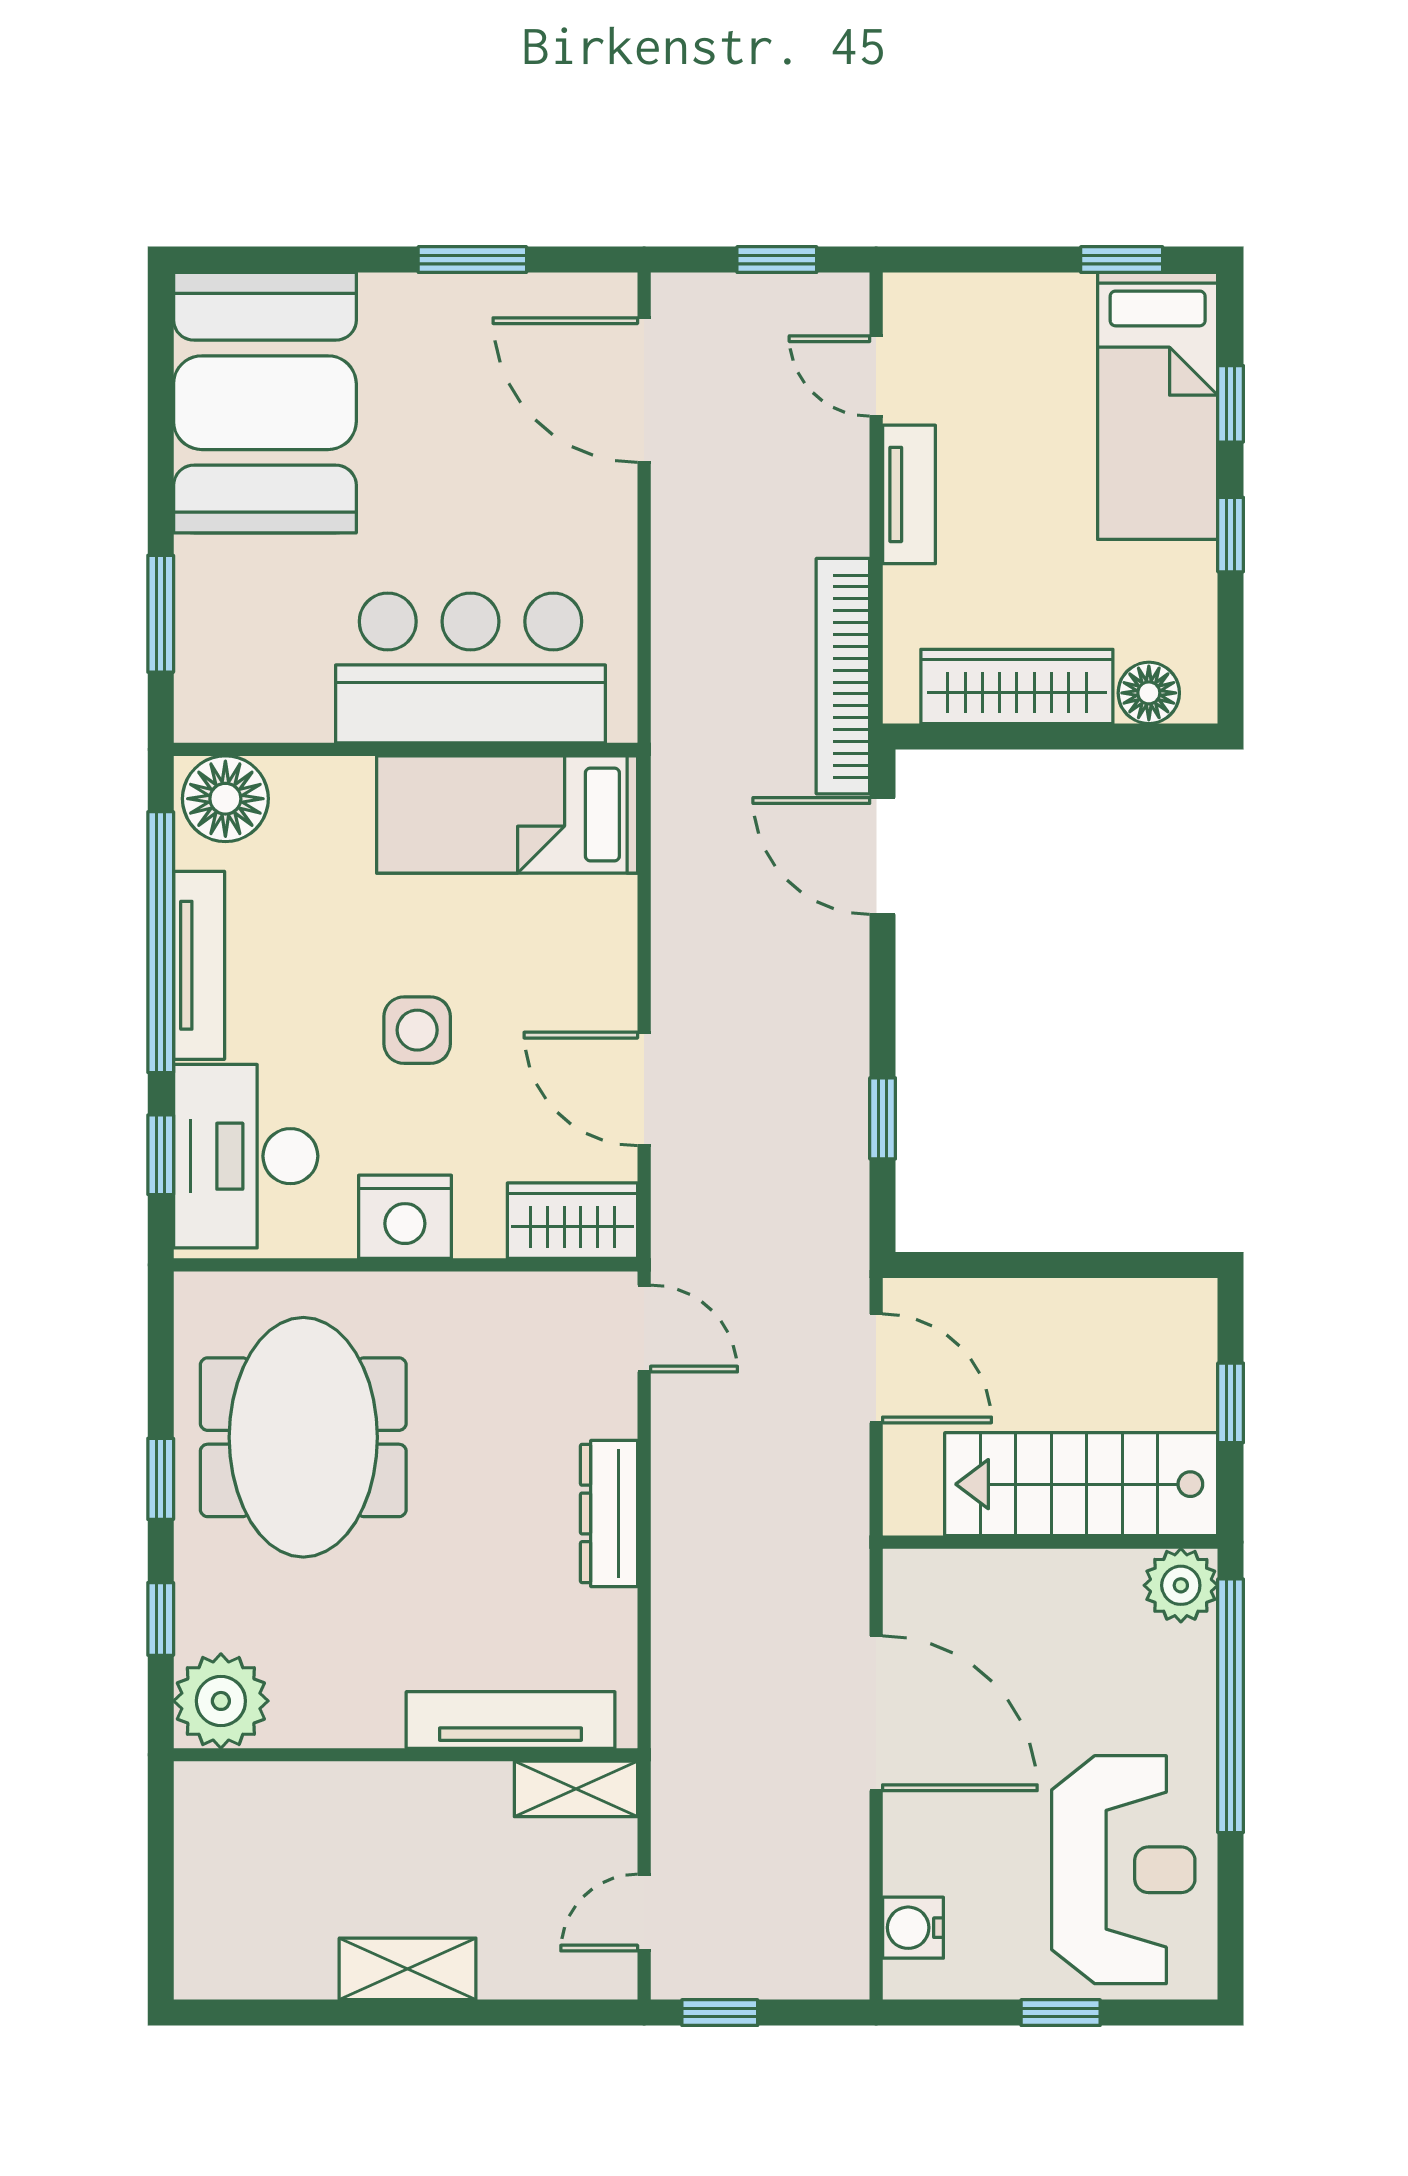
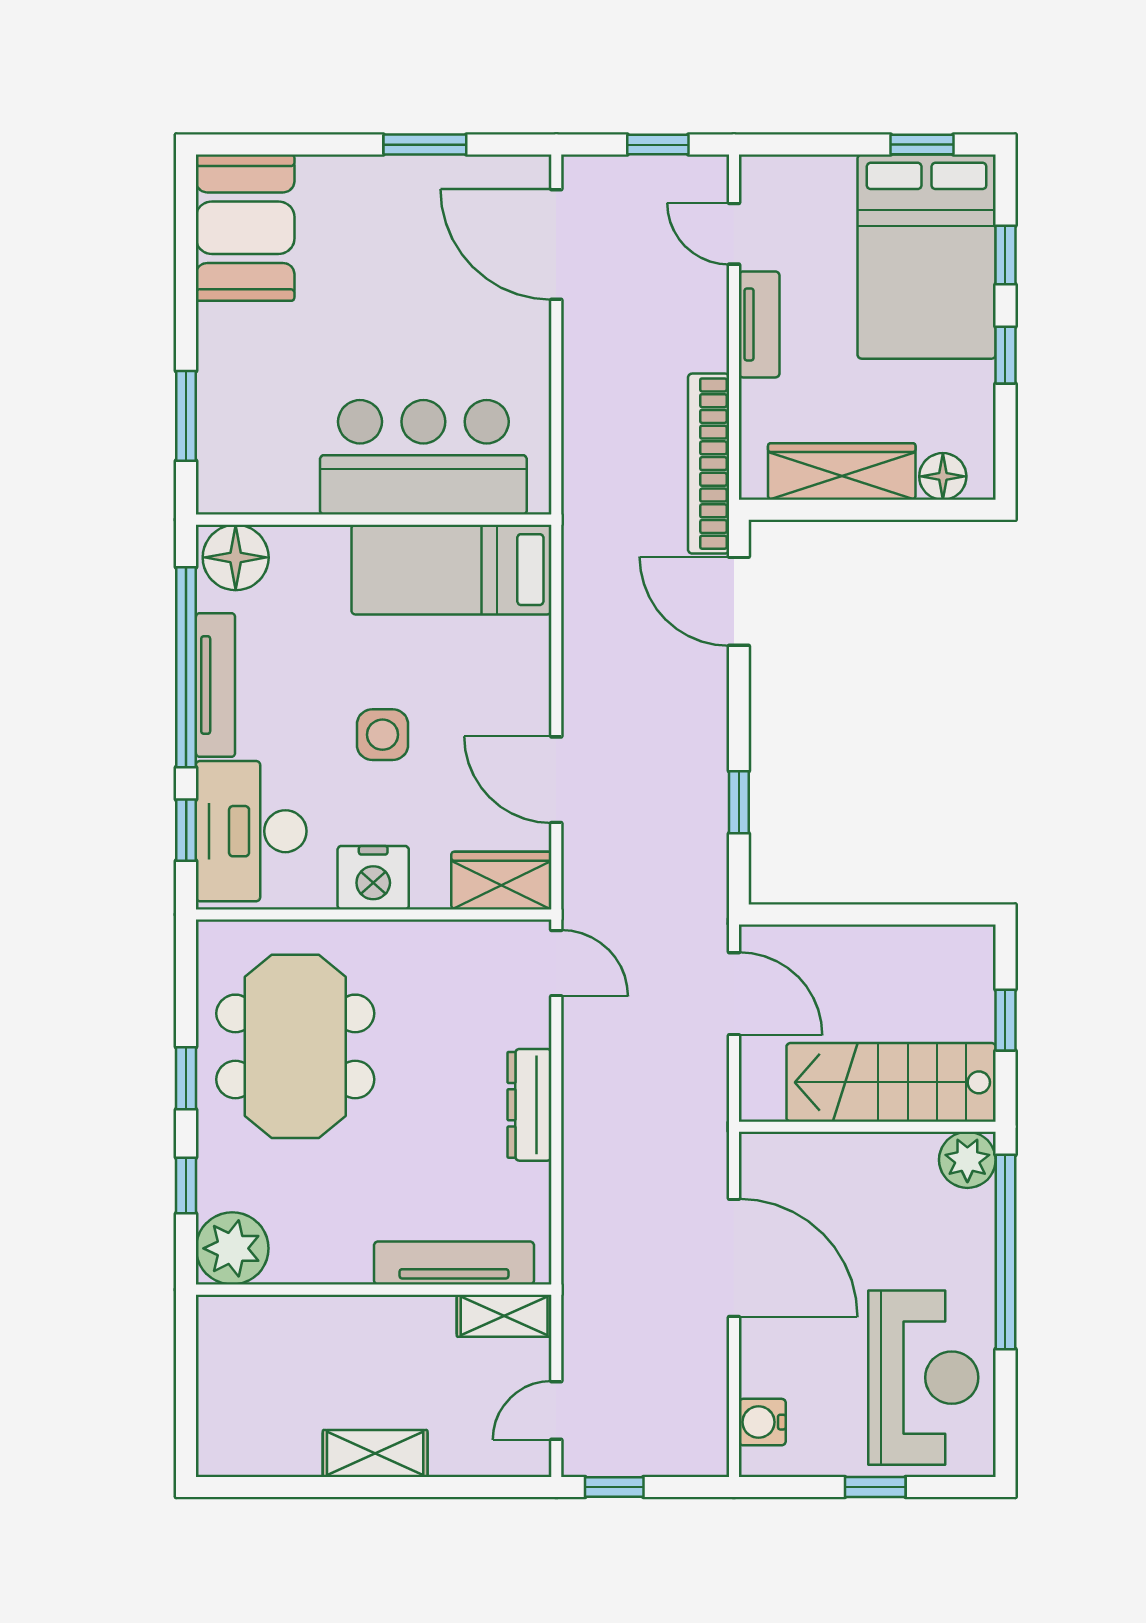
booth: (265, 403) -> (245, 228), width x0.73, depth x0.70
bed: (1158, 406) -> (927, 257), width x1.50

